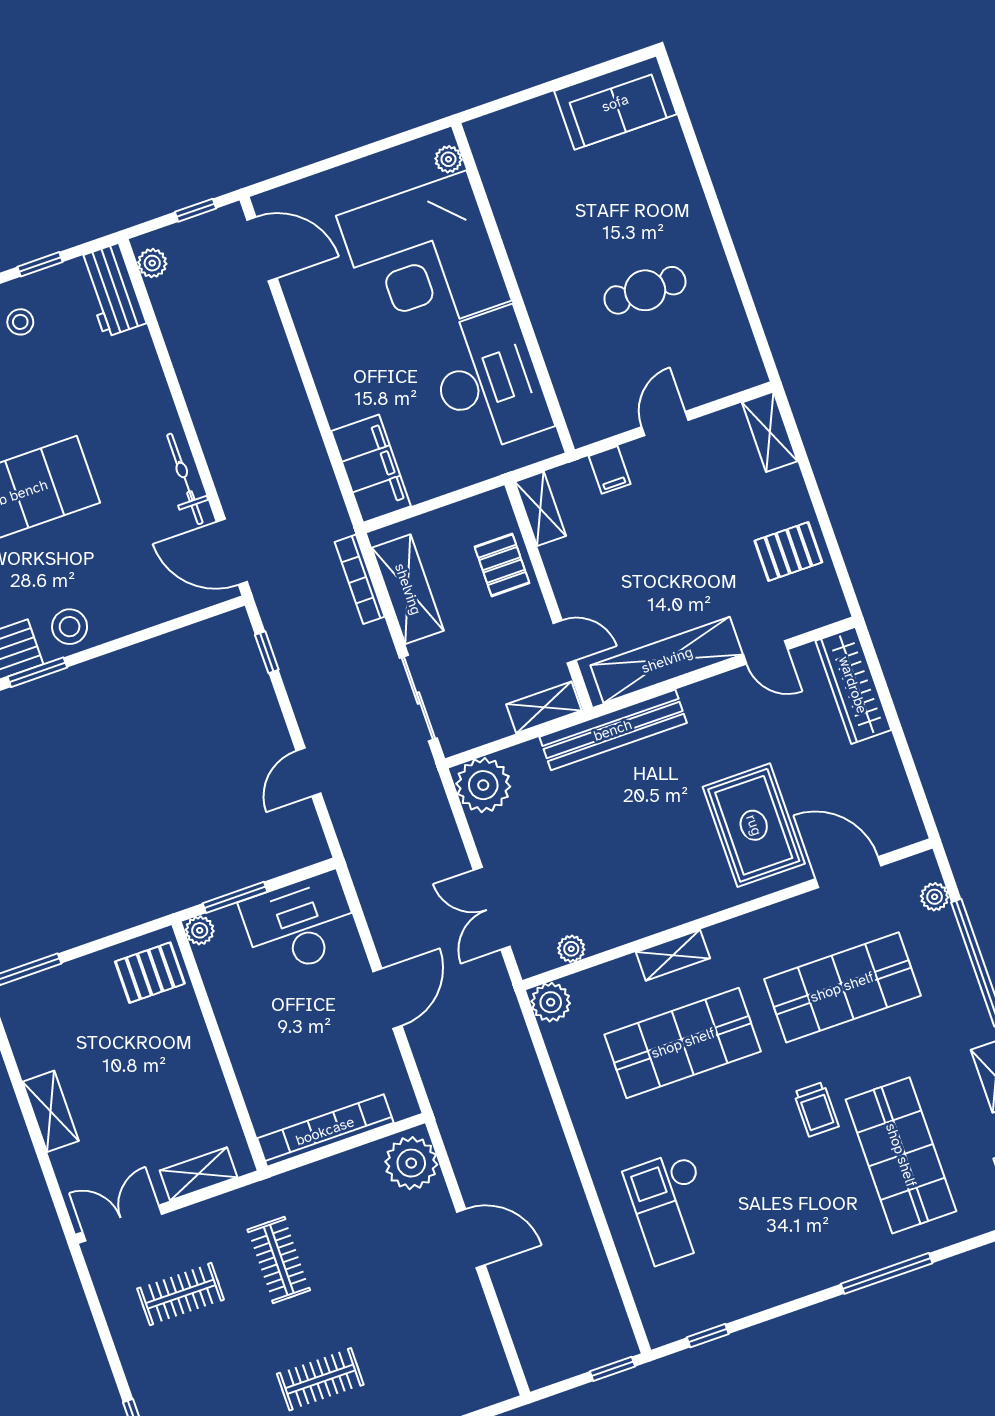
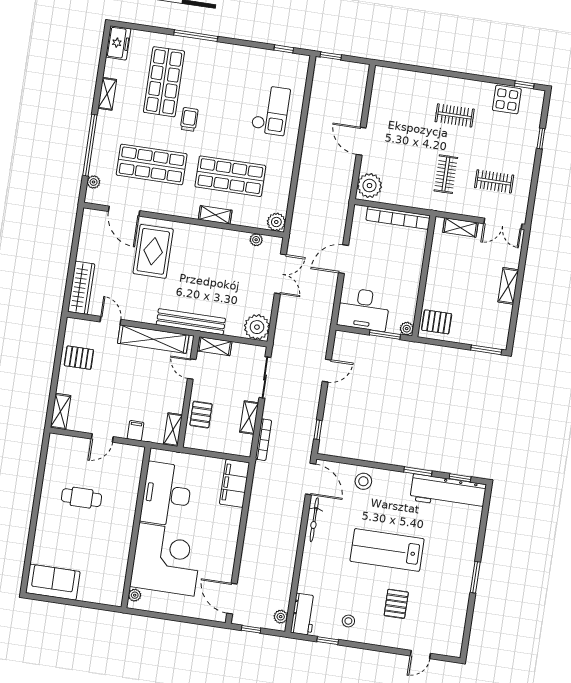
shelving: (408, 589) -> (249, 418), width x0.67, depth x0.75
stool: (70, 627) -> (363, 481), moved

